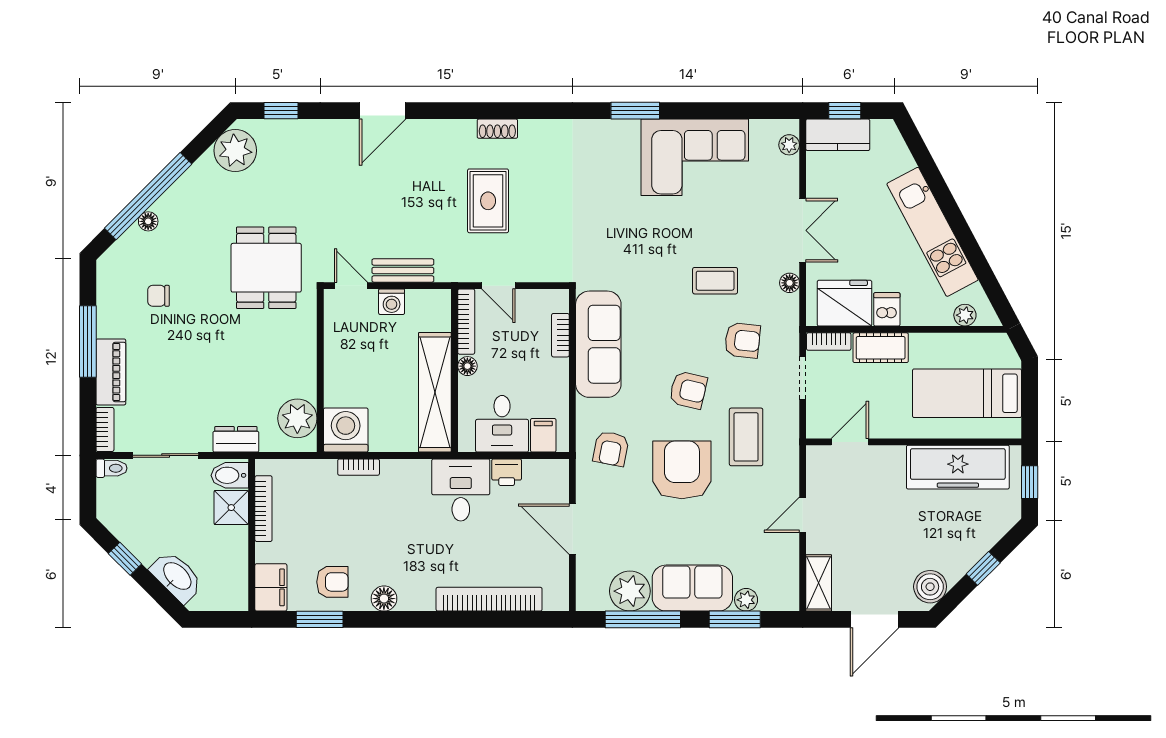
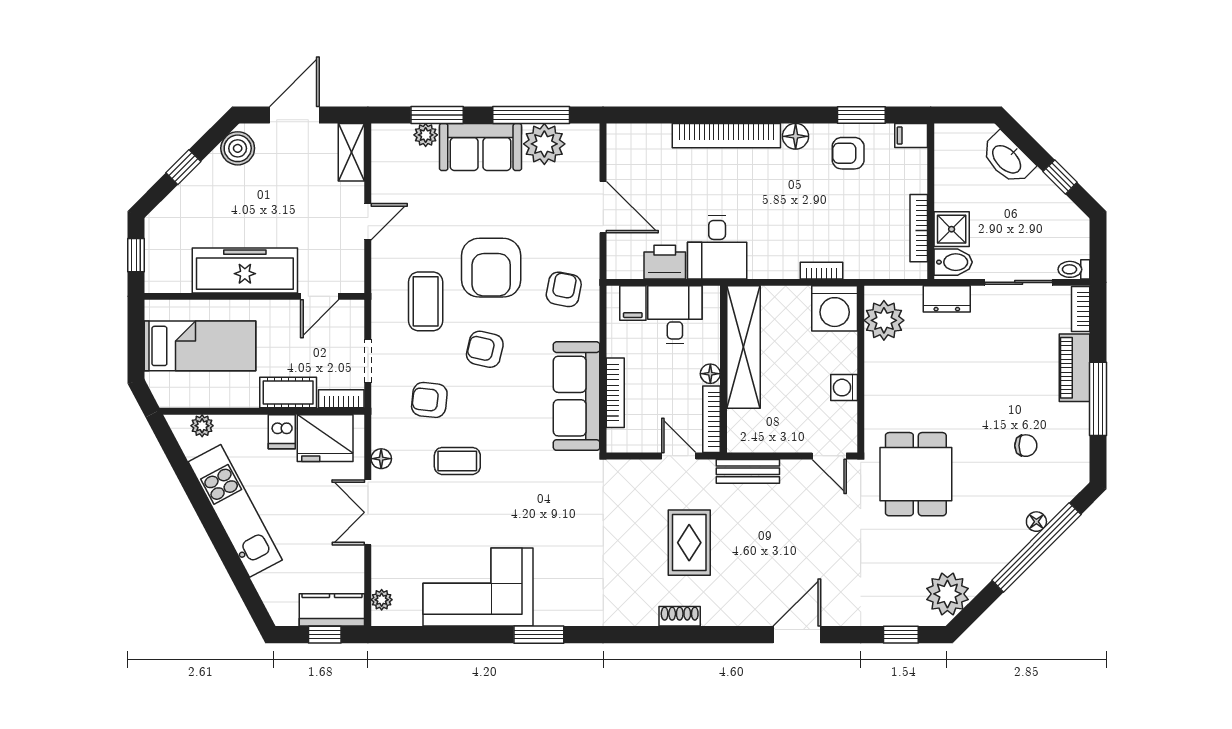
bench: (403, 270) -> (748, 471), moved
washing machine: (392, 302) -> (844, 388), moved, turned -90
bookcase: (560, 335) -> (615, 393), width x1.56
freezer: (958, 467) -> (245, 271), moved
printer: (507, 472) -> (665, 262), width x1.36, depth x1.24
filing cabinet: (271, 587) -> (911, 136), width x0.50
bookcase: (489, 599) -> (726, 136), moved

